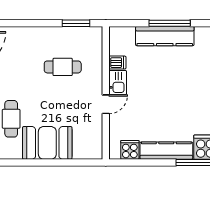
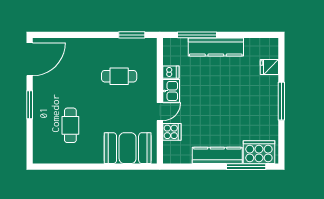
window: (170, 23) -> (197, 35), moved
booth: (47, 143) -> (128, 148), moved
cooker: (130, 150) -> (172, 132), moved, turned 90

